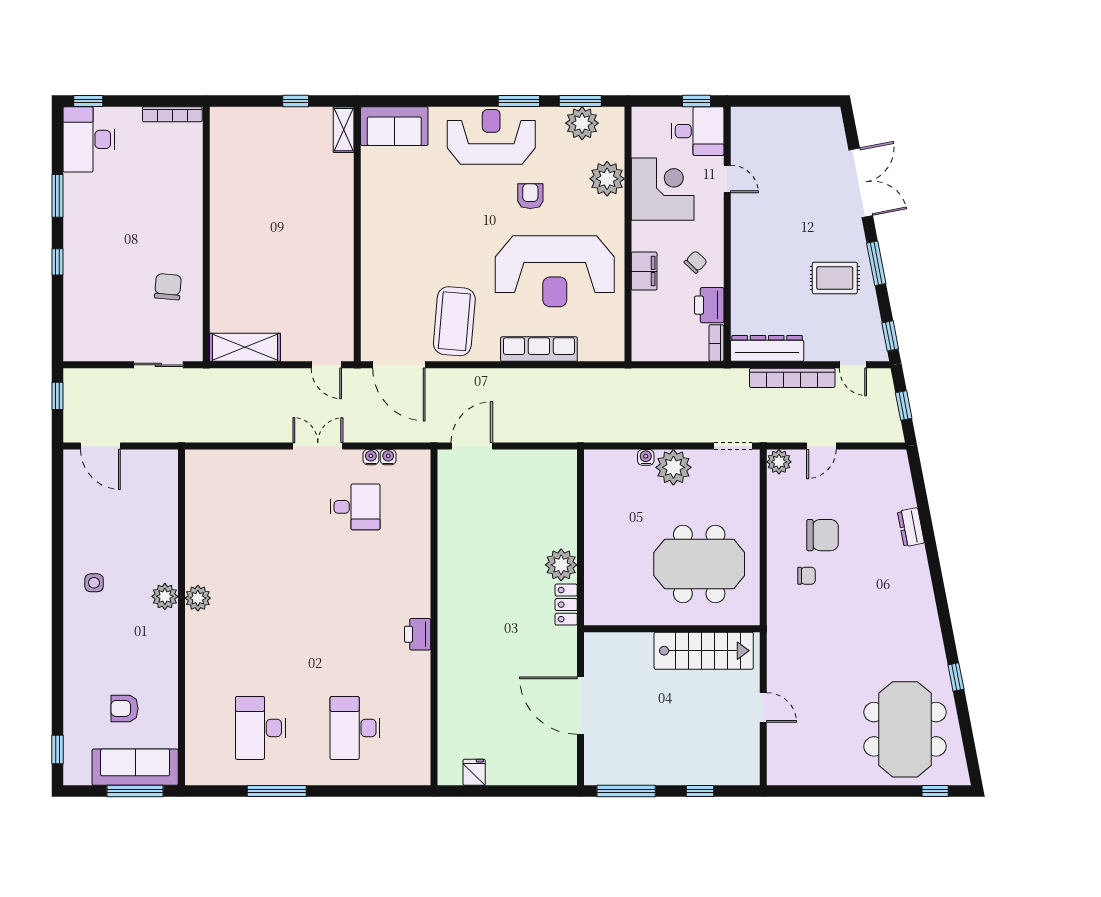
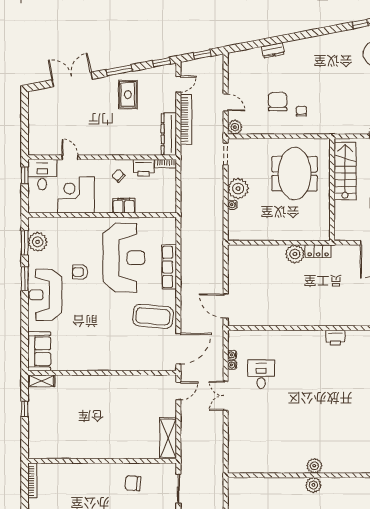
plant: (607, 179) -> (70, 227), removed
door: (727, 179) -> (70, 157), hinge flipped

